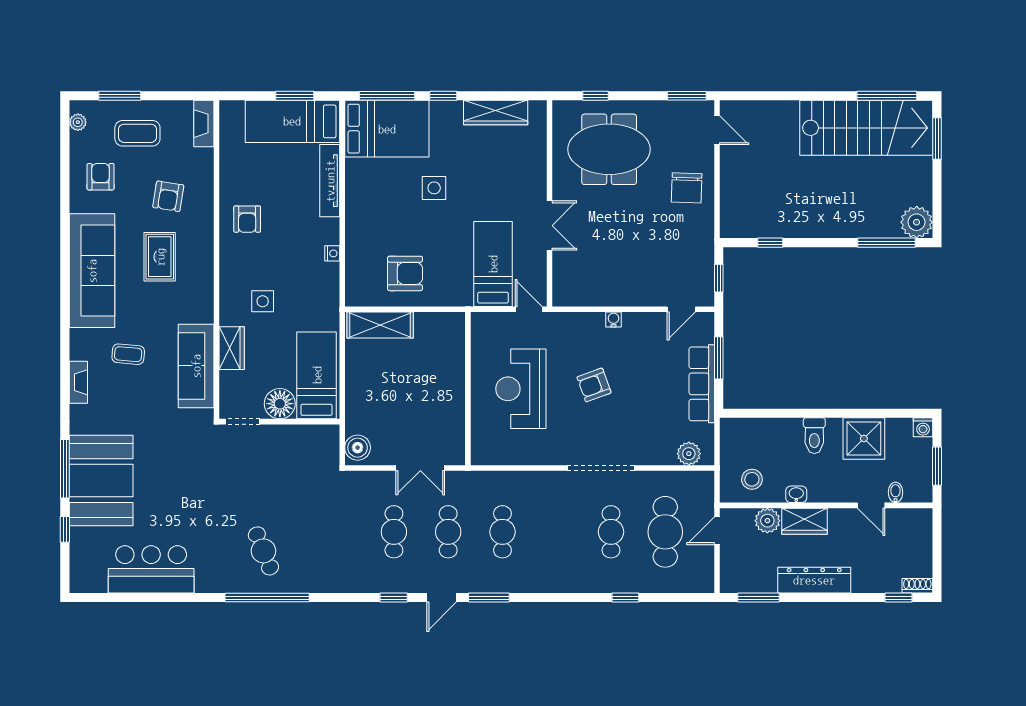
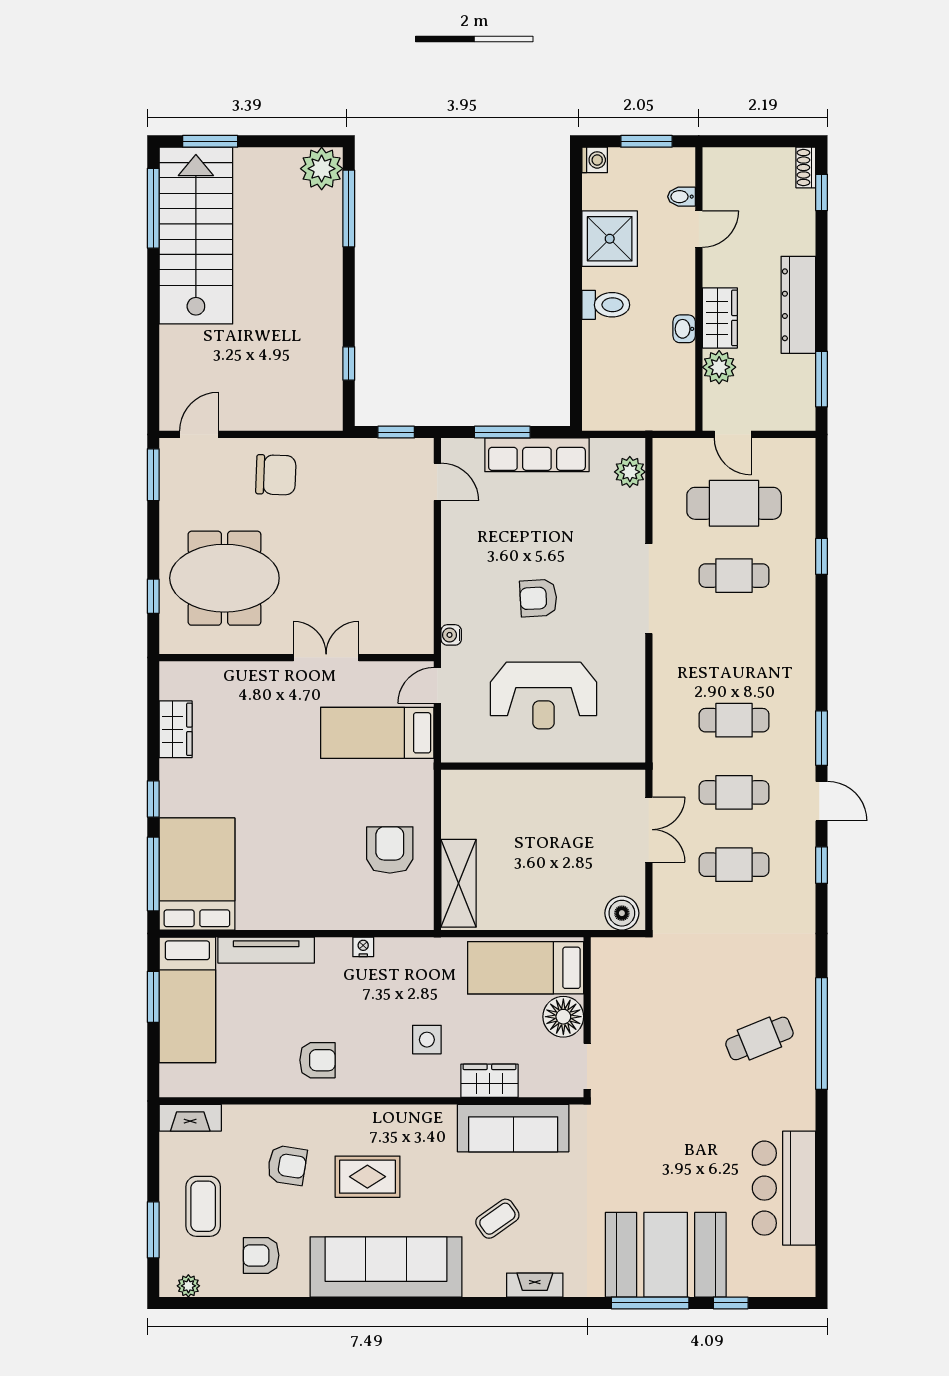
wardrobe: (496, 113) -> (176, 729), width x0.67
meeting table: (609, 149) -> (224, 578), turned 90
side table: (434, 188) -> (276, 811), removed
water cooler: (613, 319) -> (451, 635), moved
coffee table: (128, 354) -> (497, 1219), turned 50
armchair: (594, 385) -> (538, 598), turned 107
stool: (752, 479) -> (664, 388), removed

